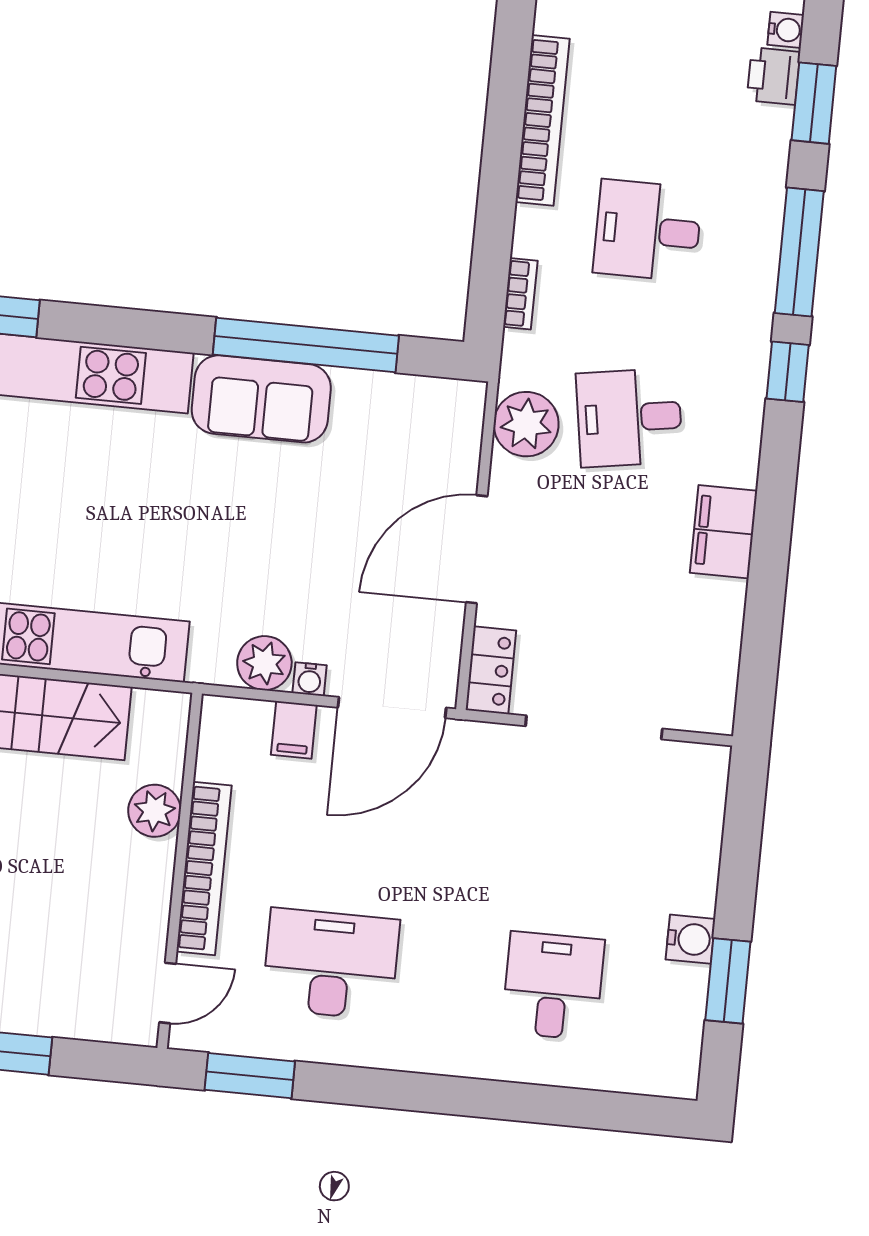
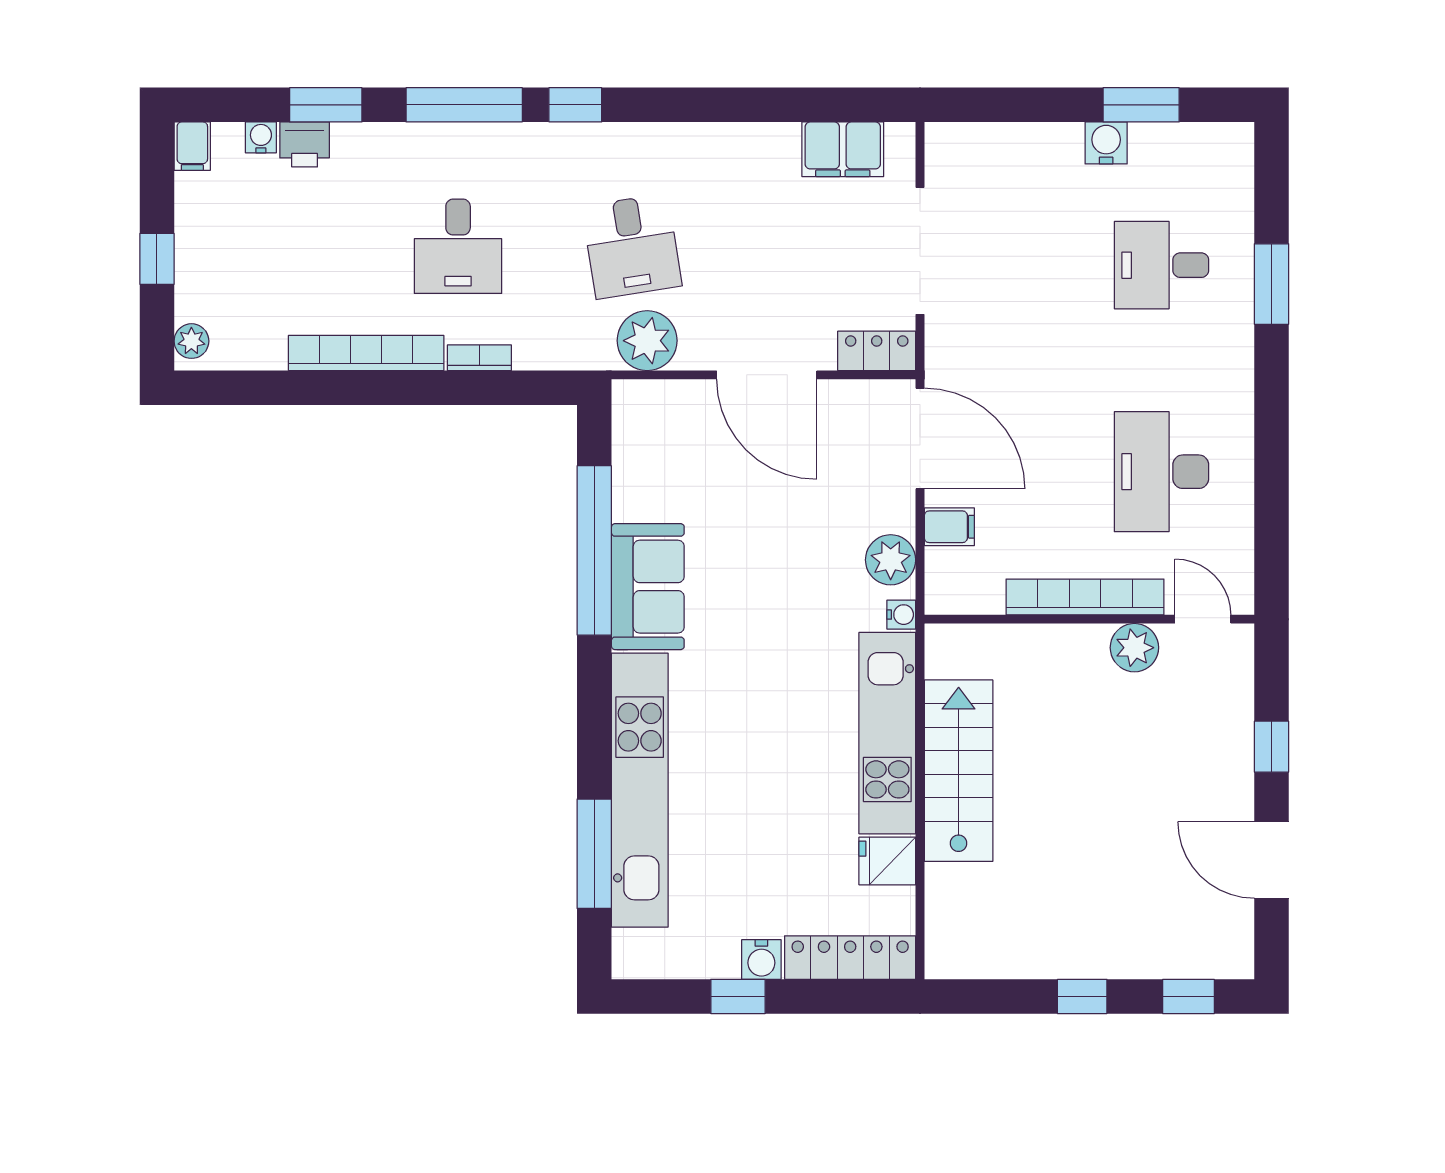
bookcase: (520, 294) -> (479, 358), moved
filing cabinet: (724, 532) -> (843, 149), moved
water cooler: (310, 679) -> (901, 615), moved
plant: (155, 811) -> (1134, 648), moved
window: (250, 1076) -> (1271, 284), moved

